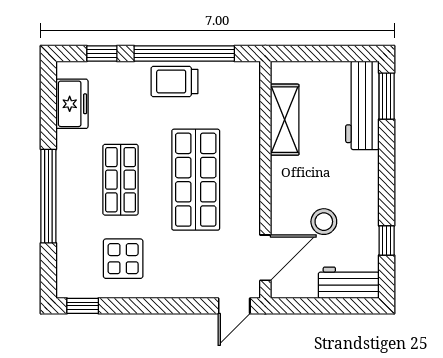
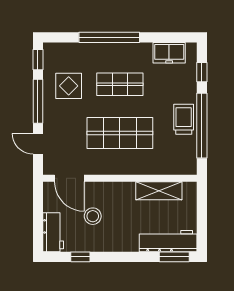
window: (147, 306) -> (38, 101), added
door: (234, 306) -> (38, 144), moved

